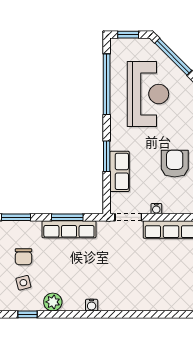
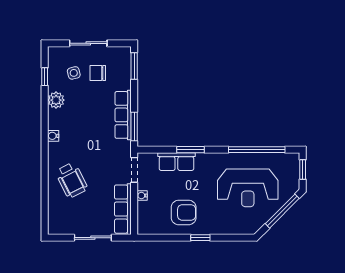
window: (67, 217) -> (134, 126), moved
wheelchair: (140, 285) -> (71, 180), added

